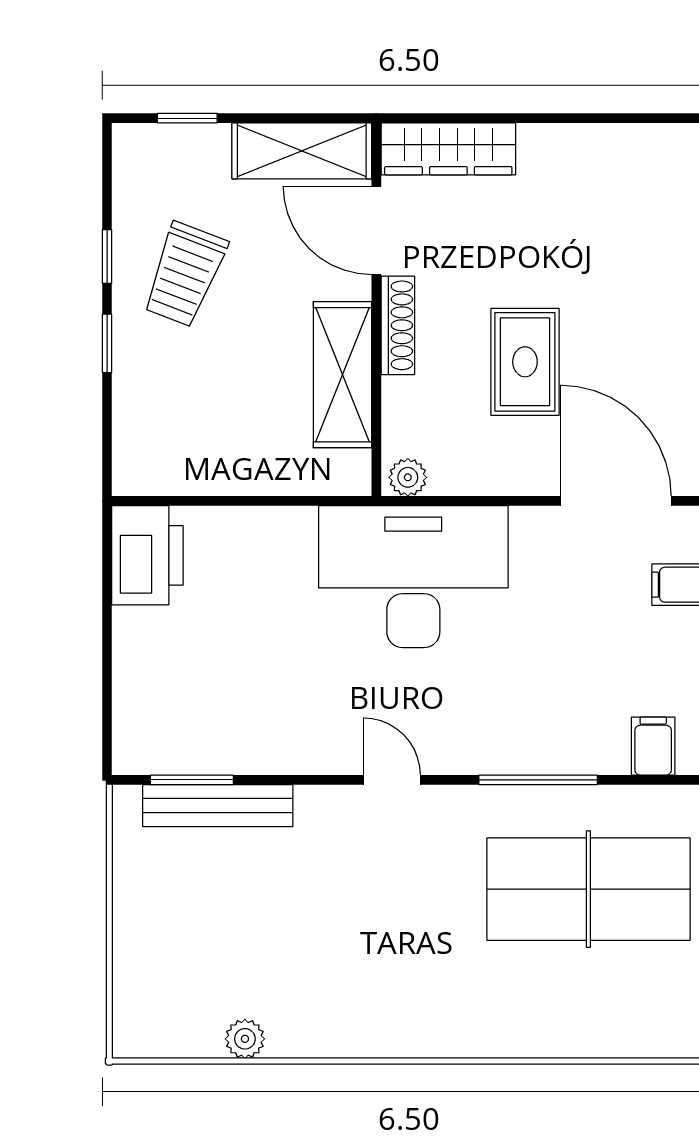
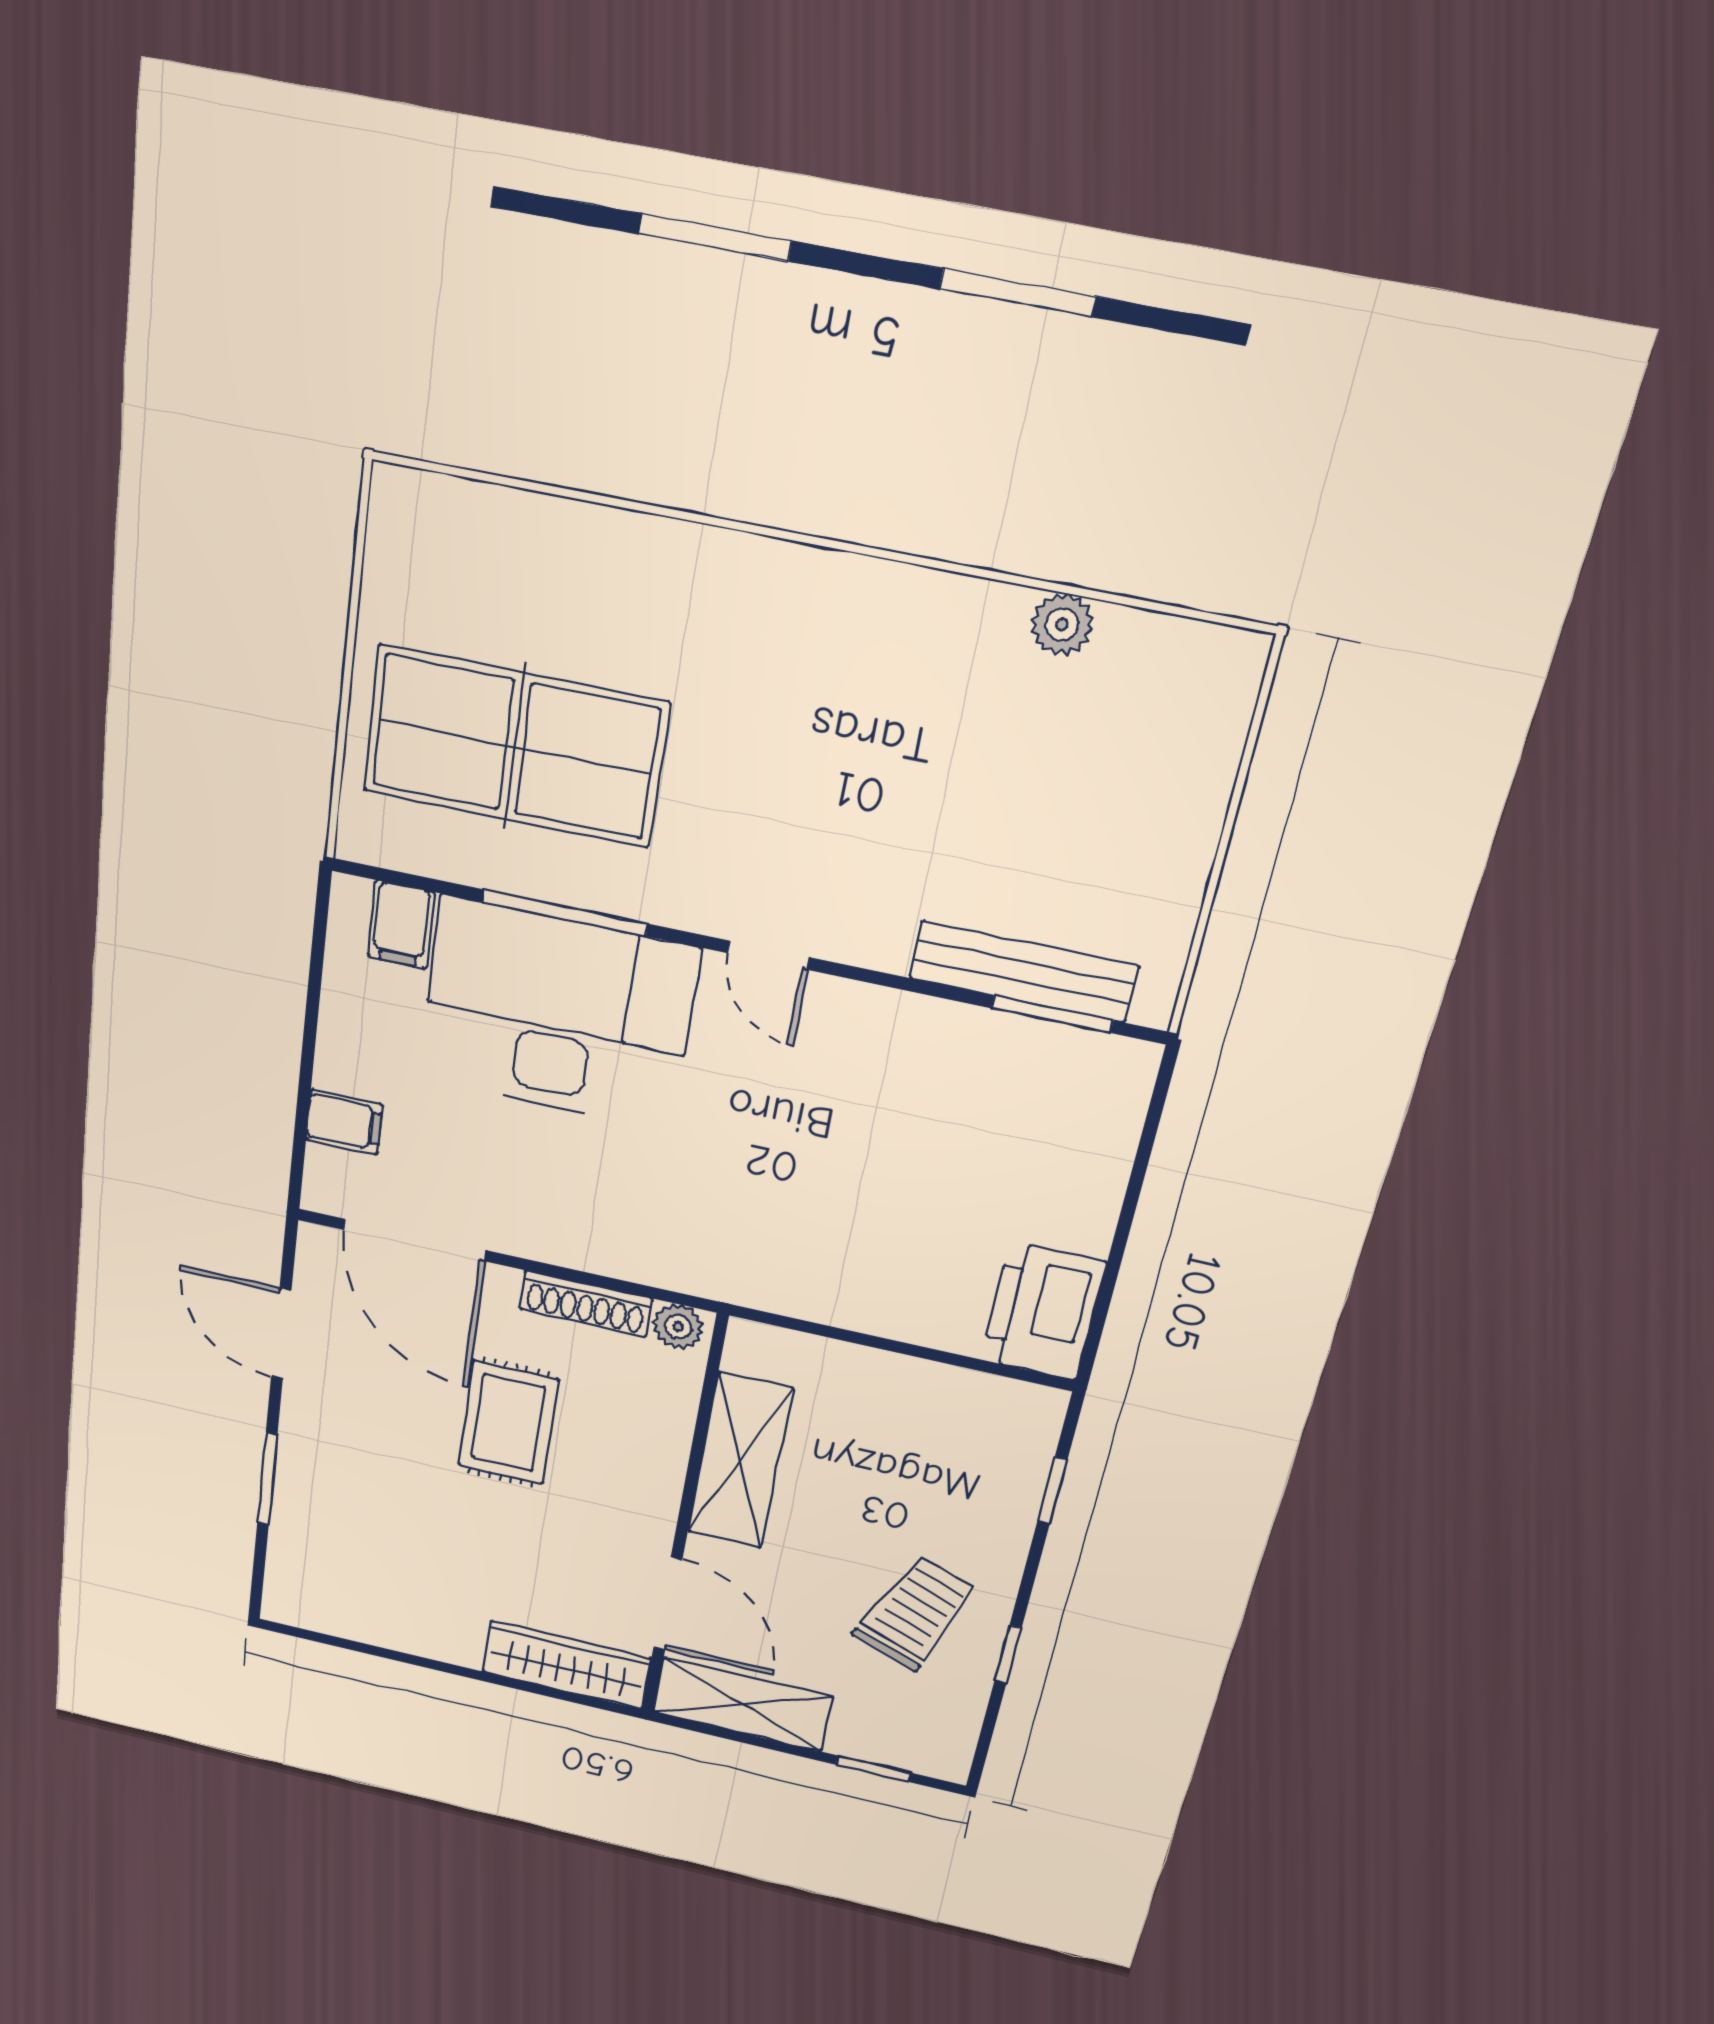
shoe rack: (398, 325) -> (586, 1304), moved, turned -90
window: (107, 343) -> (1052, 1491), moved
desk: (413, 577) -> (557, 1014), moved, turned 180

